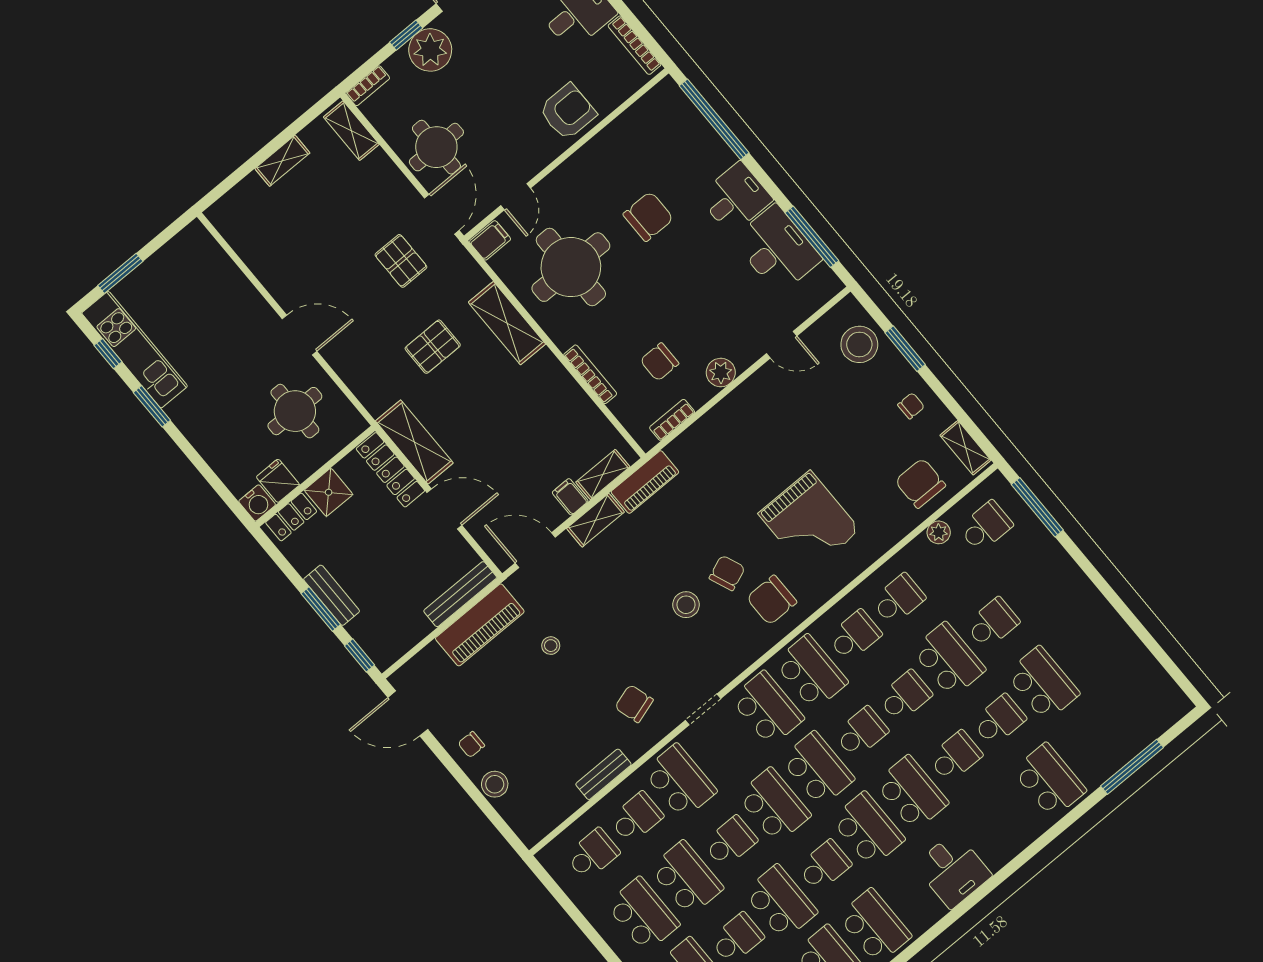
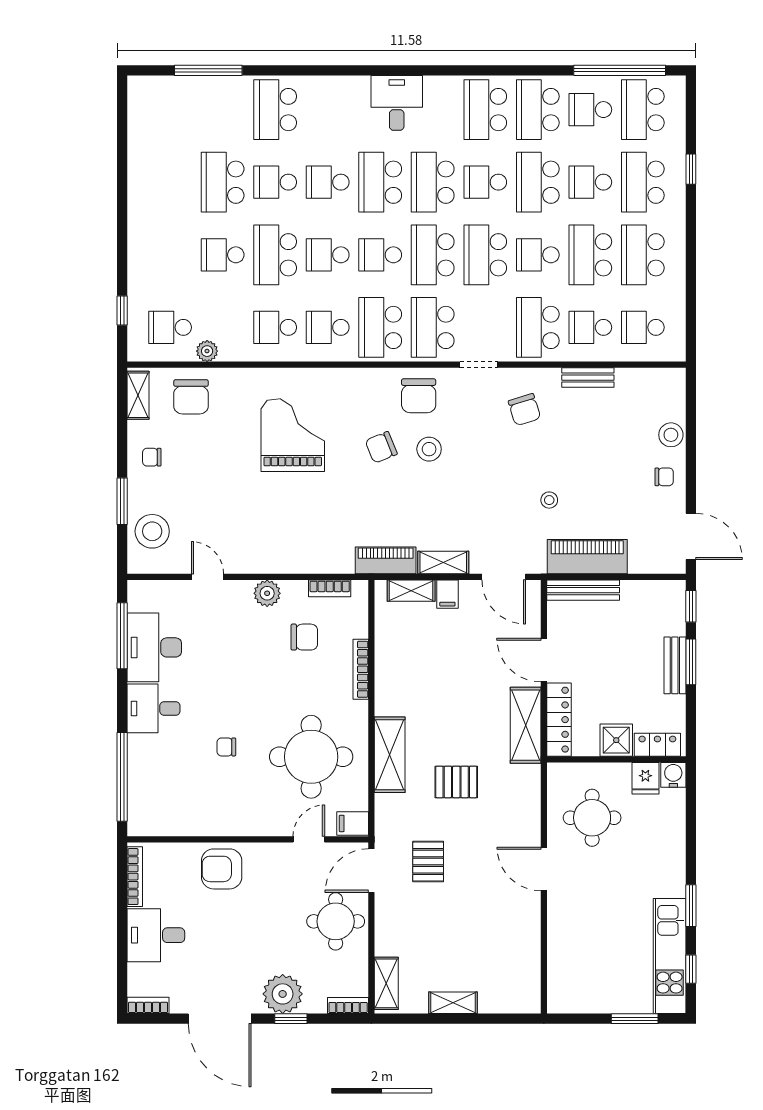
chair: (648, 216) -> (226, 747), width x0.54, depth x0.54
window: (1037, 507) -> (122, 310), width x0.46
chair: (772, 600) -> (419, 396), moved, turned 90

